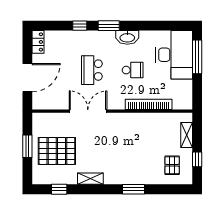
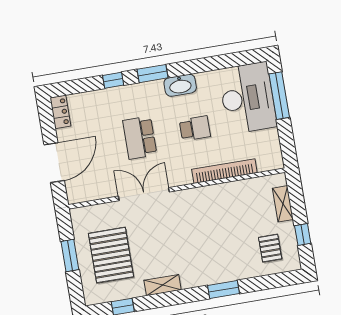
pallet: (57, 151) -> (111, 255), turned 90

